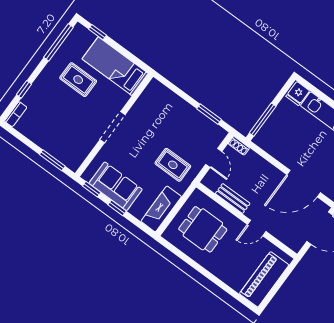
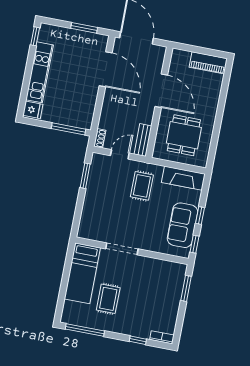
window: (97, 32) -> (61, 302), removed
doorway: (112, 127) -> (122, 249), moved
bench: (233, 198) -> (143, 140), moved
door: (257, 228) -> (161, 91), width x1.88
piano: (264, 279) -> (208, 63), width x0.73, depth x0.75

